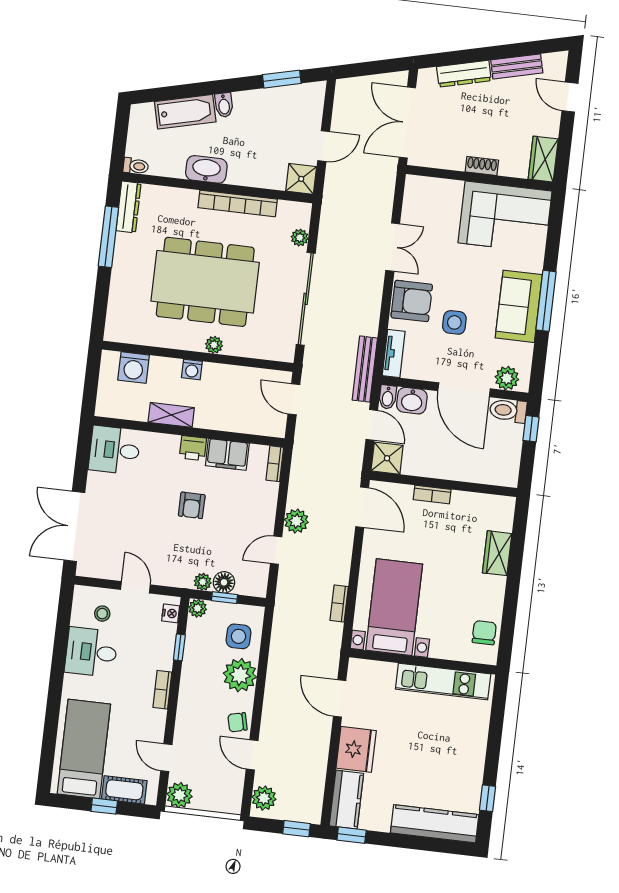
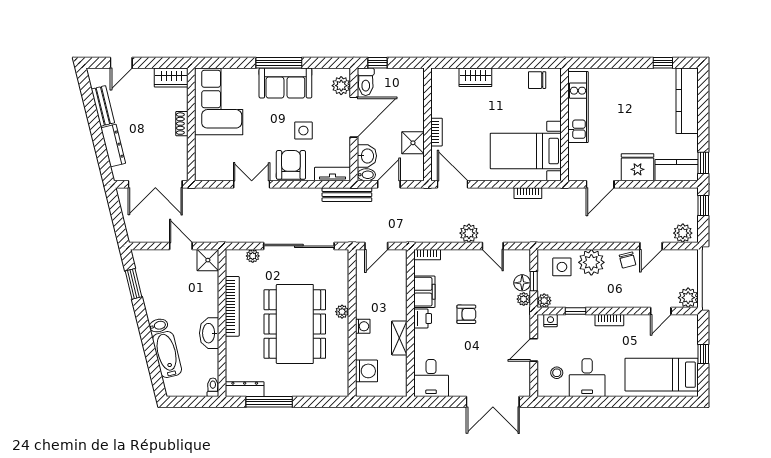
shower: (387, 458) -> (413, 143), moved
door: (362, 507) -> (453, 184), hinge flipped
cot: (124, 790) -> (689, 340), removed

